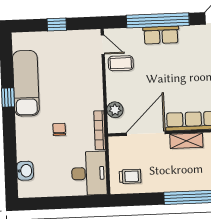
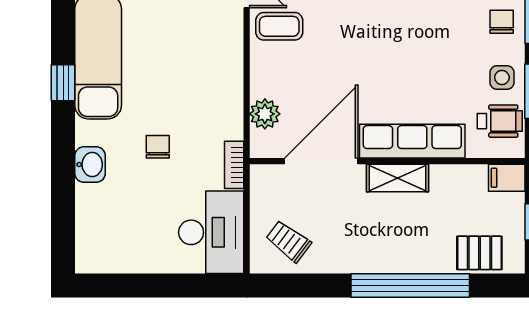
bookcase: (100, 130) -> (234, 165), width x0.64
washbasin: (25, 171) -> (90, 165), moved
trolley: (130, 176) -> (288, 241), turned -143

